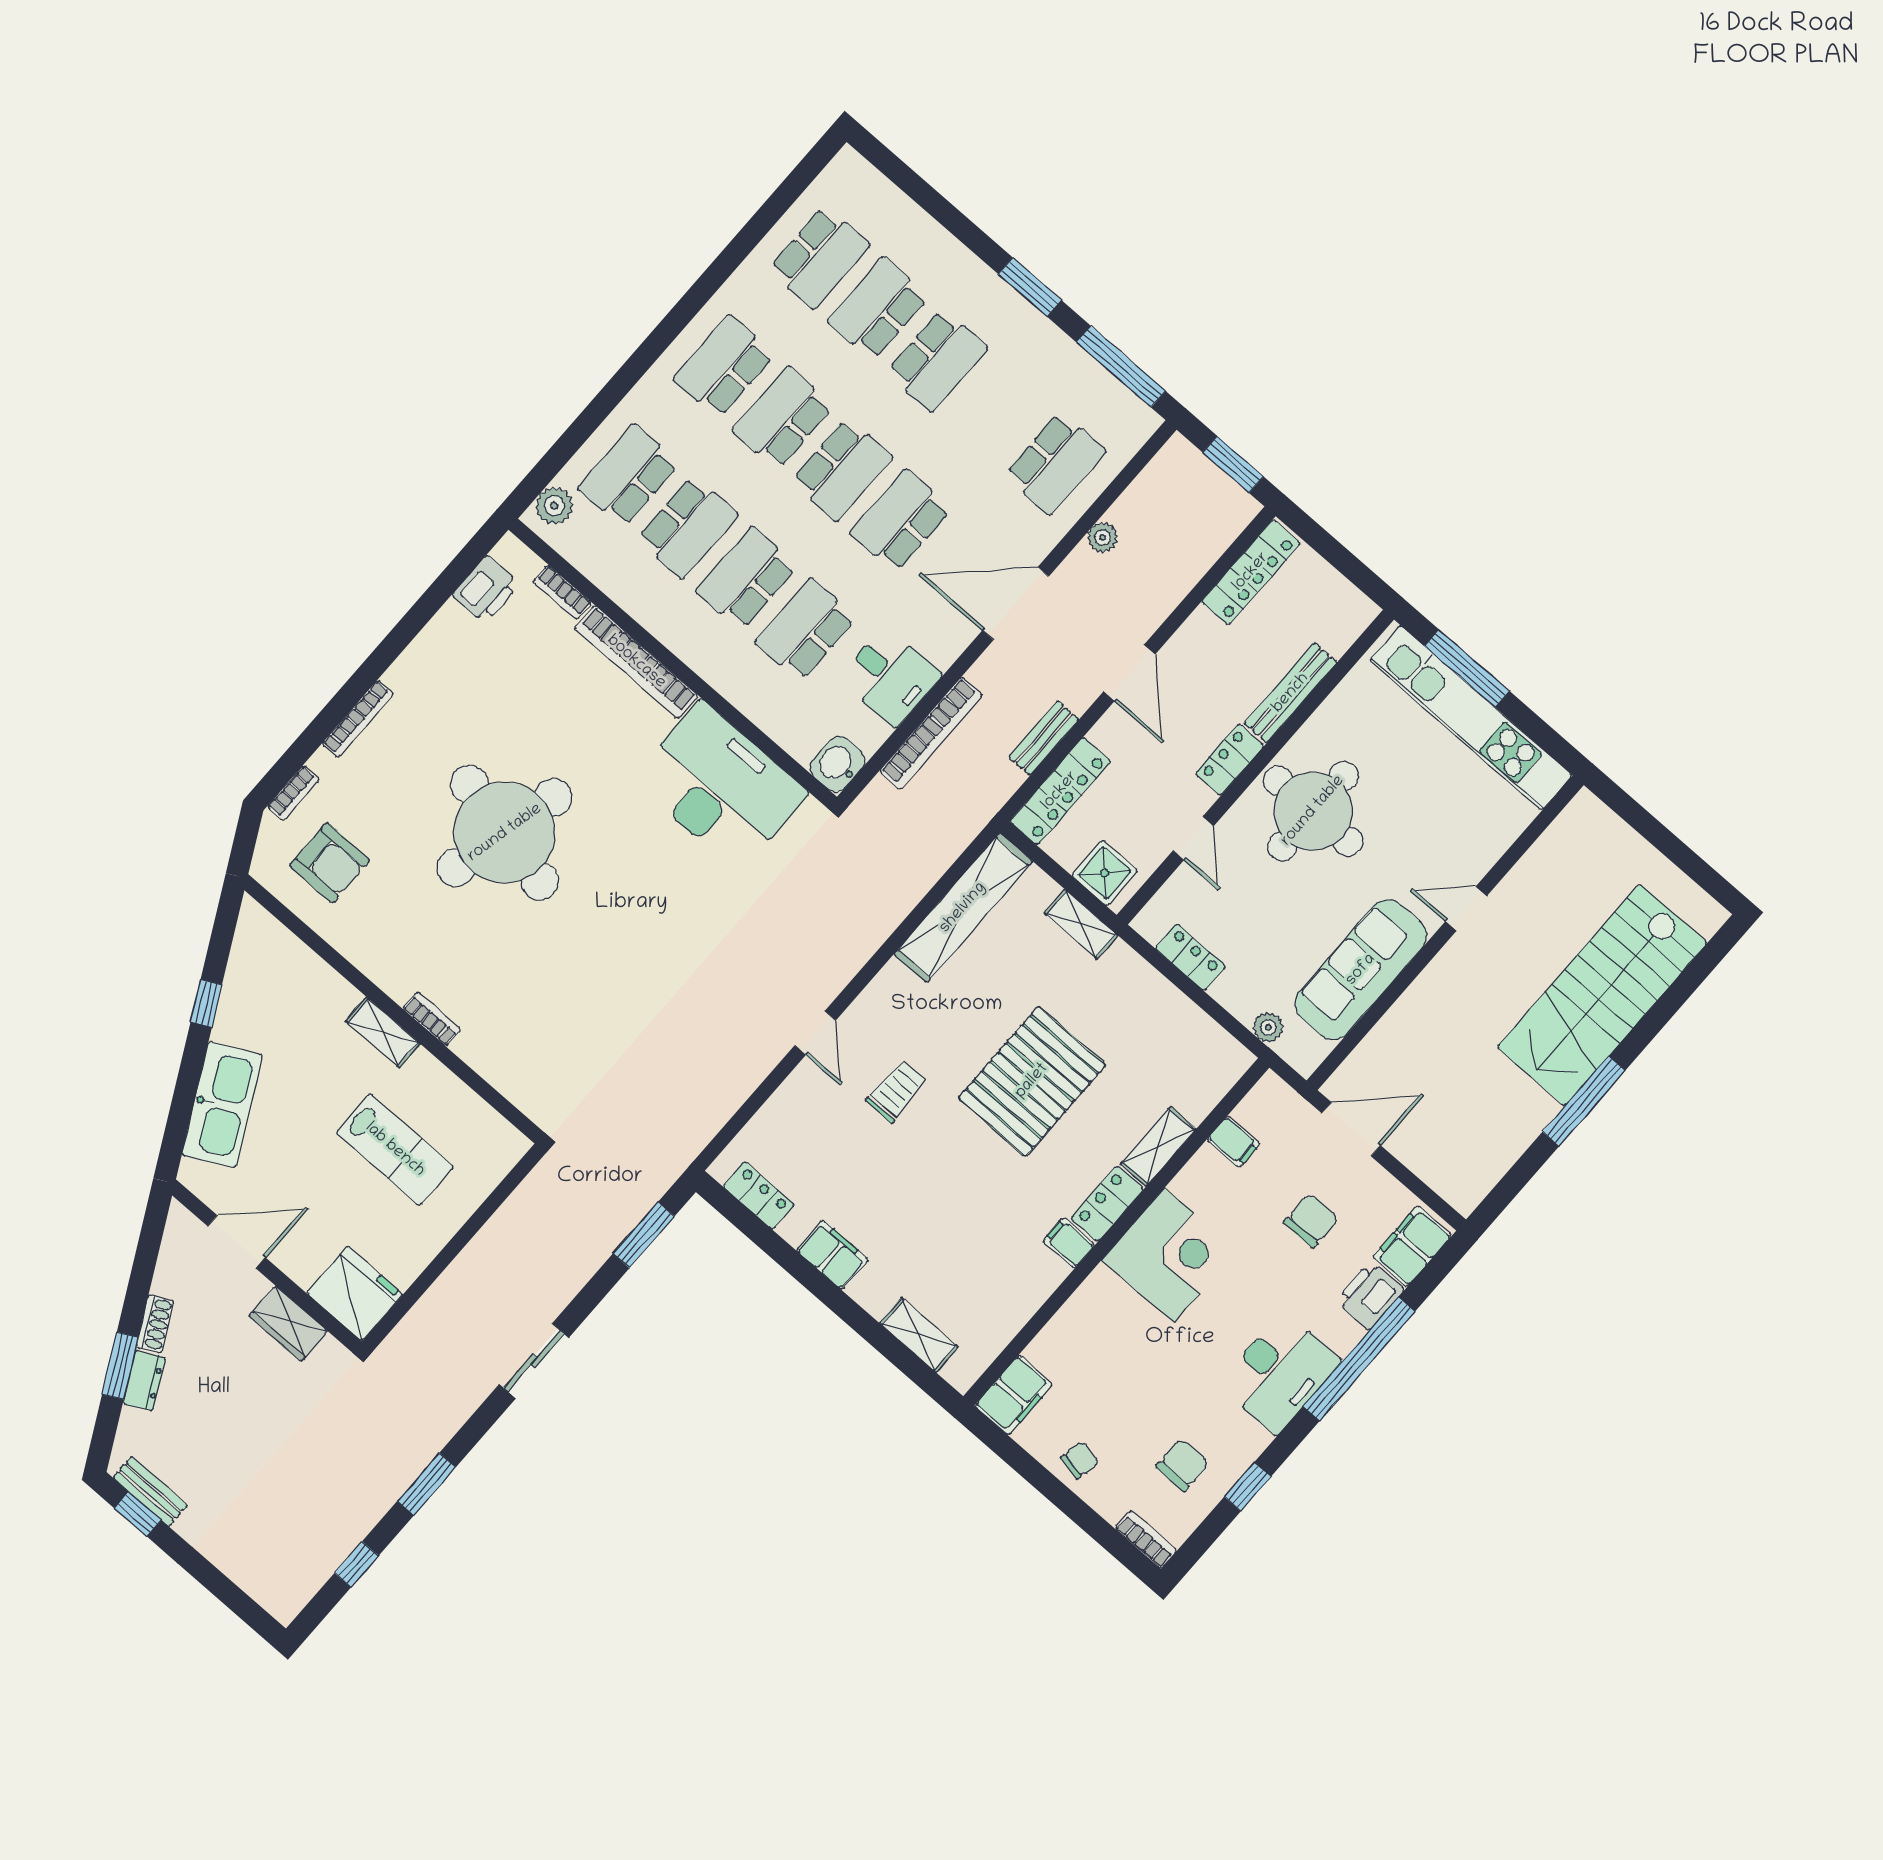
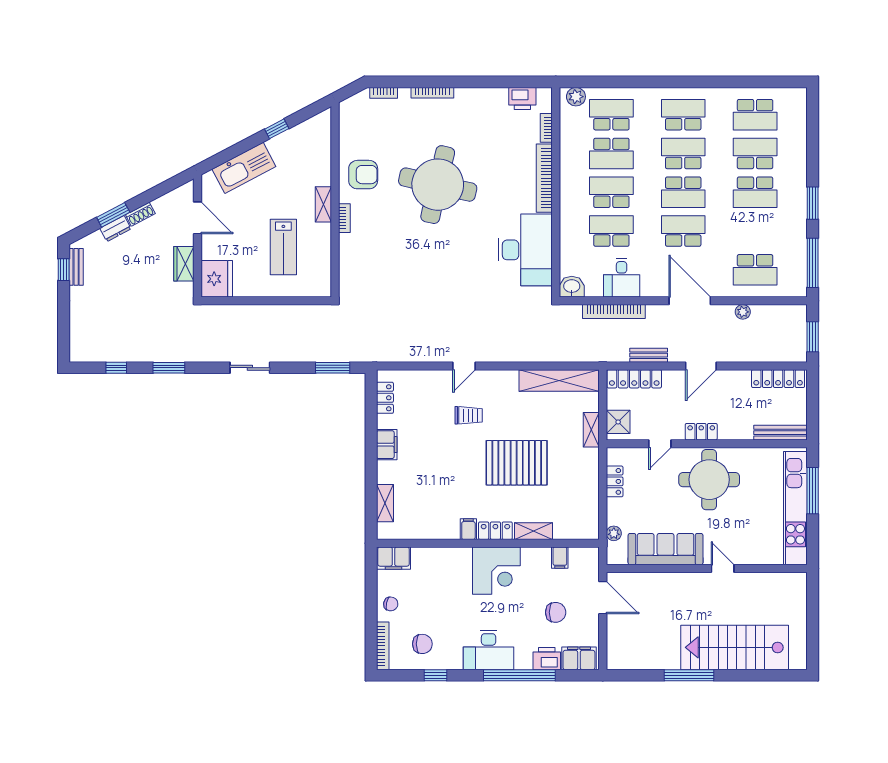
bench: (1291, 693) -> (780, 433), moved
armchair: (330, 863) -> (363, 175), moved, turned -90
bookcase: (1146, 1539) -> (383, 646), width x1.56

